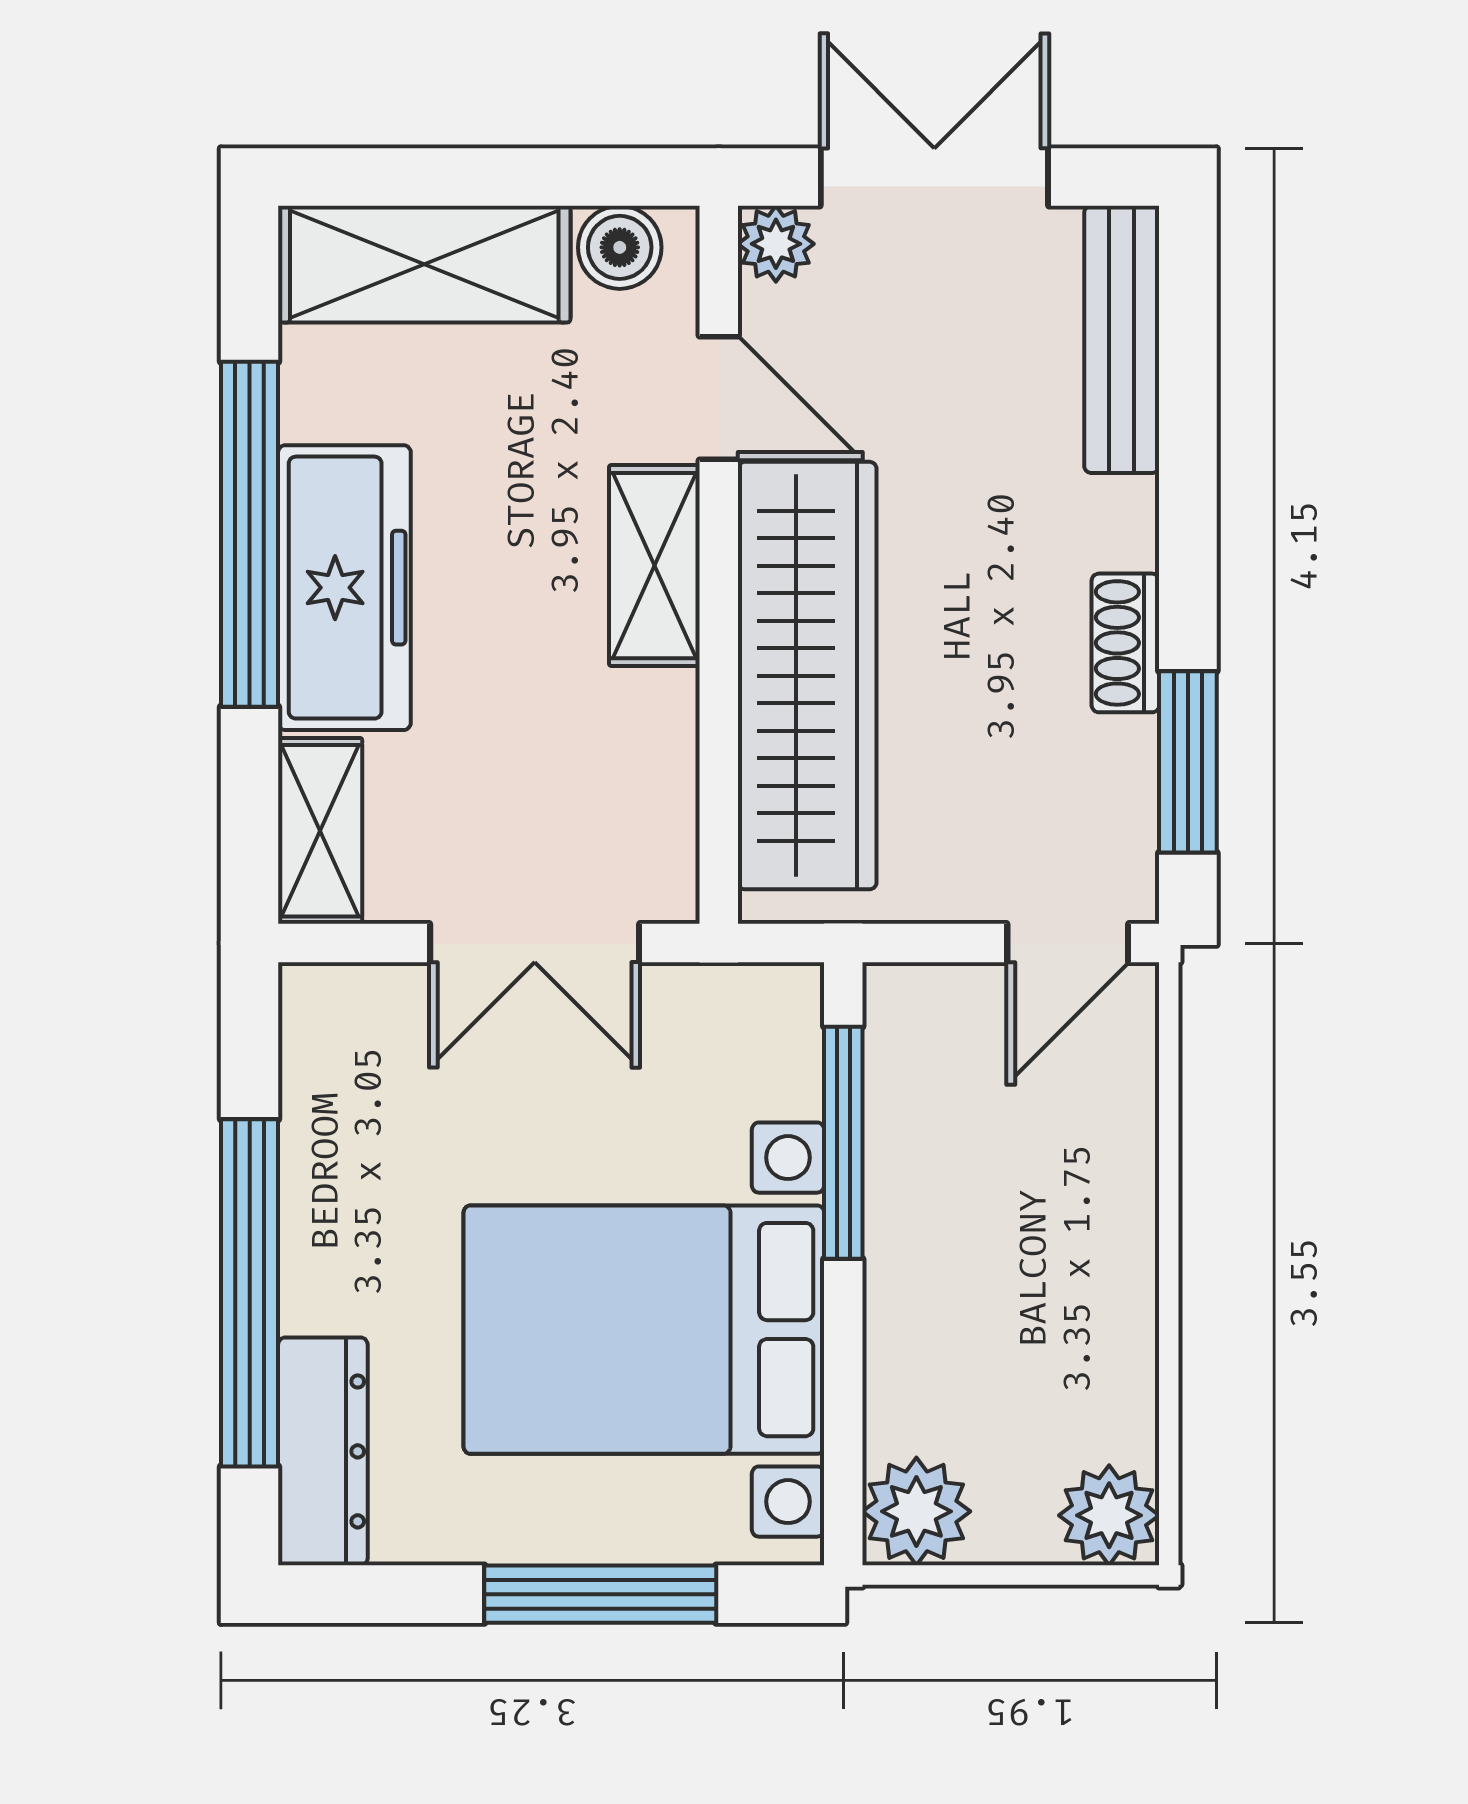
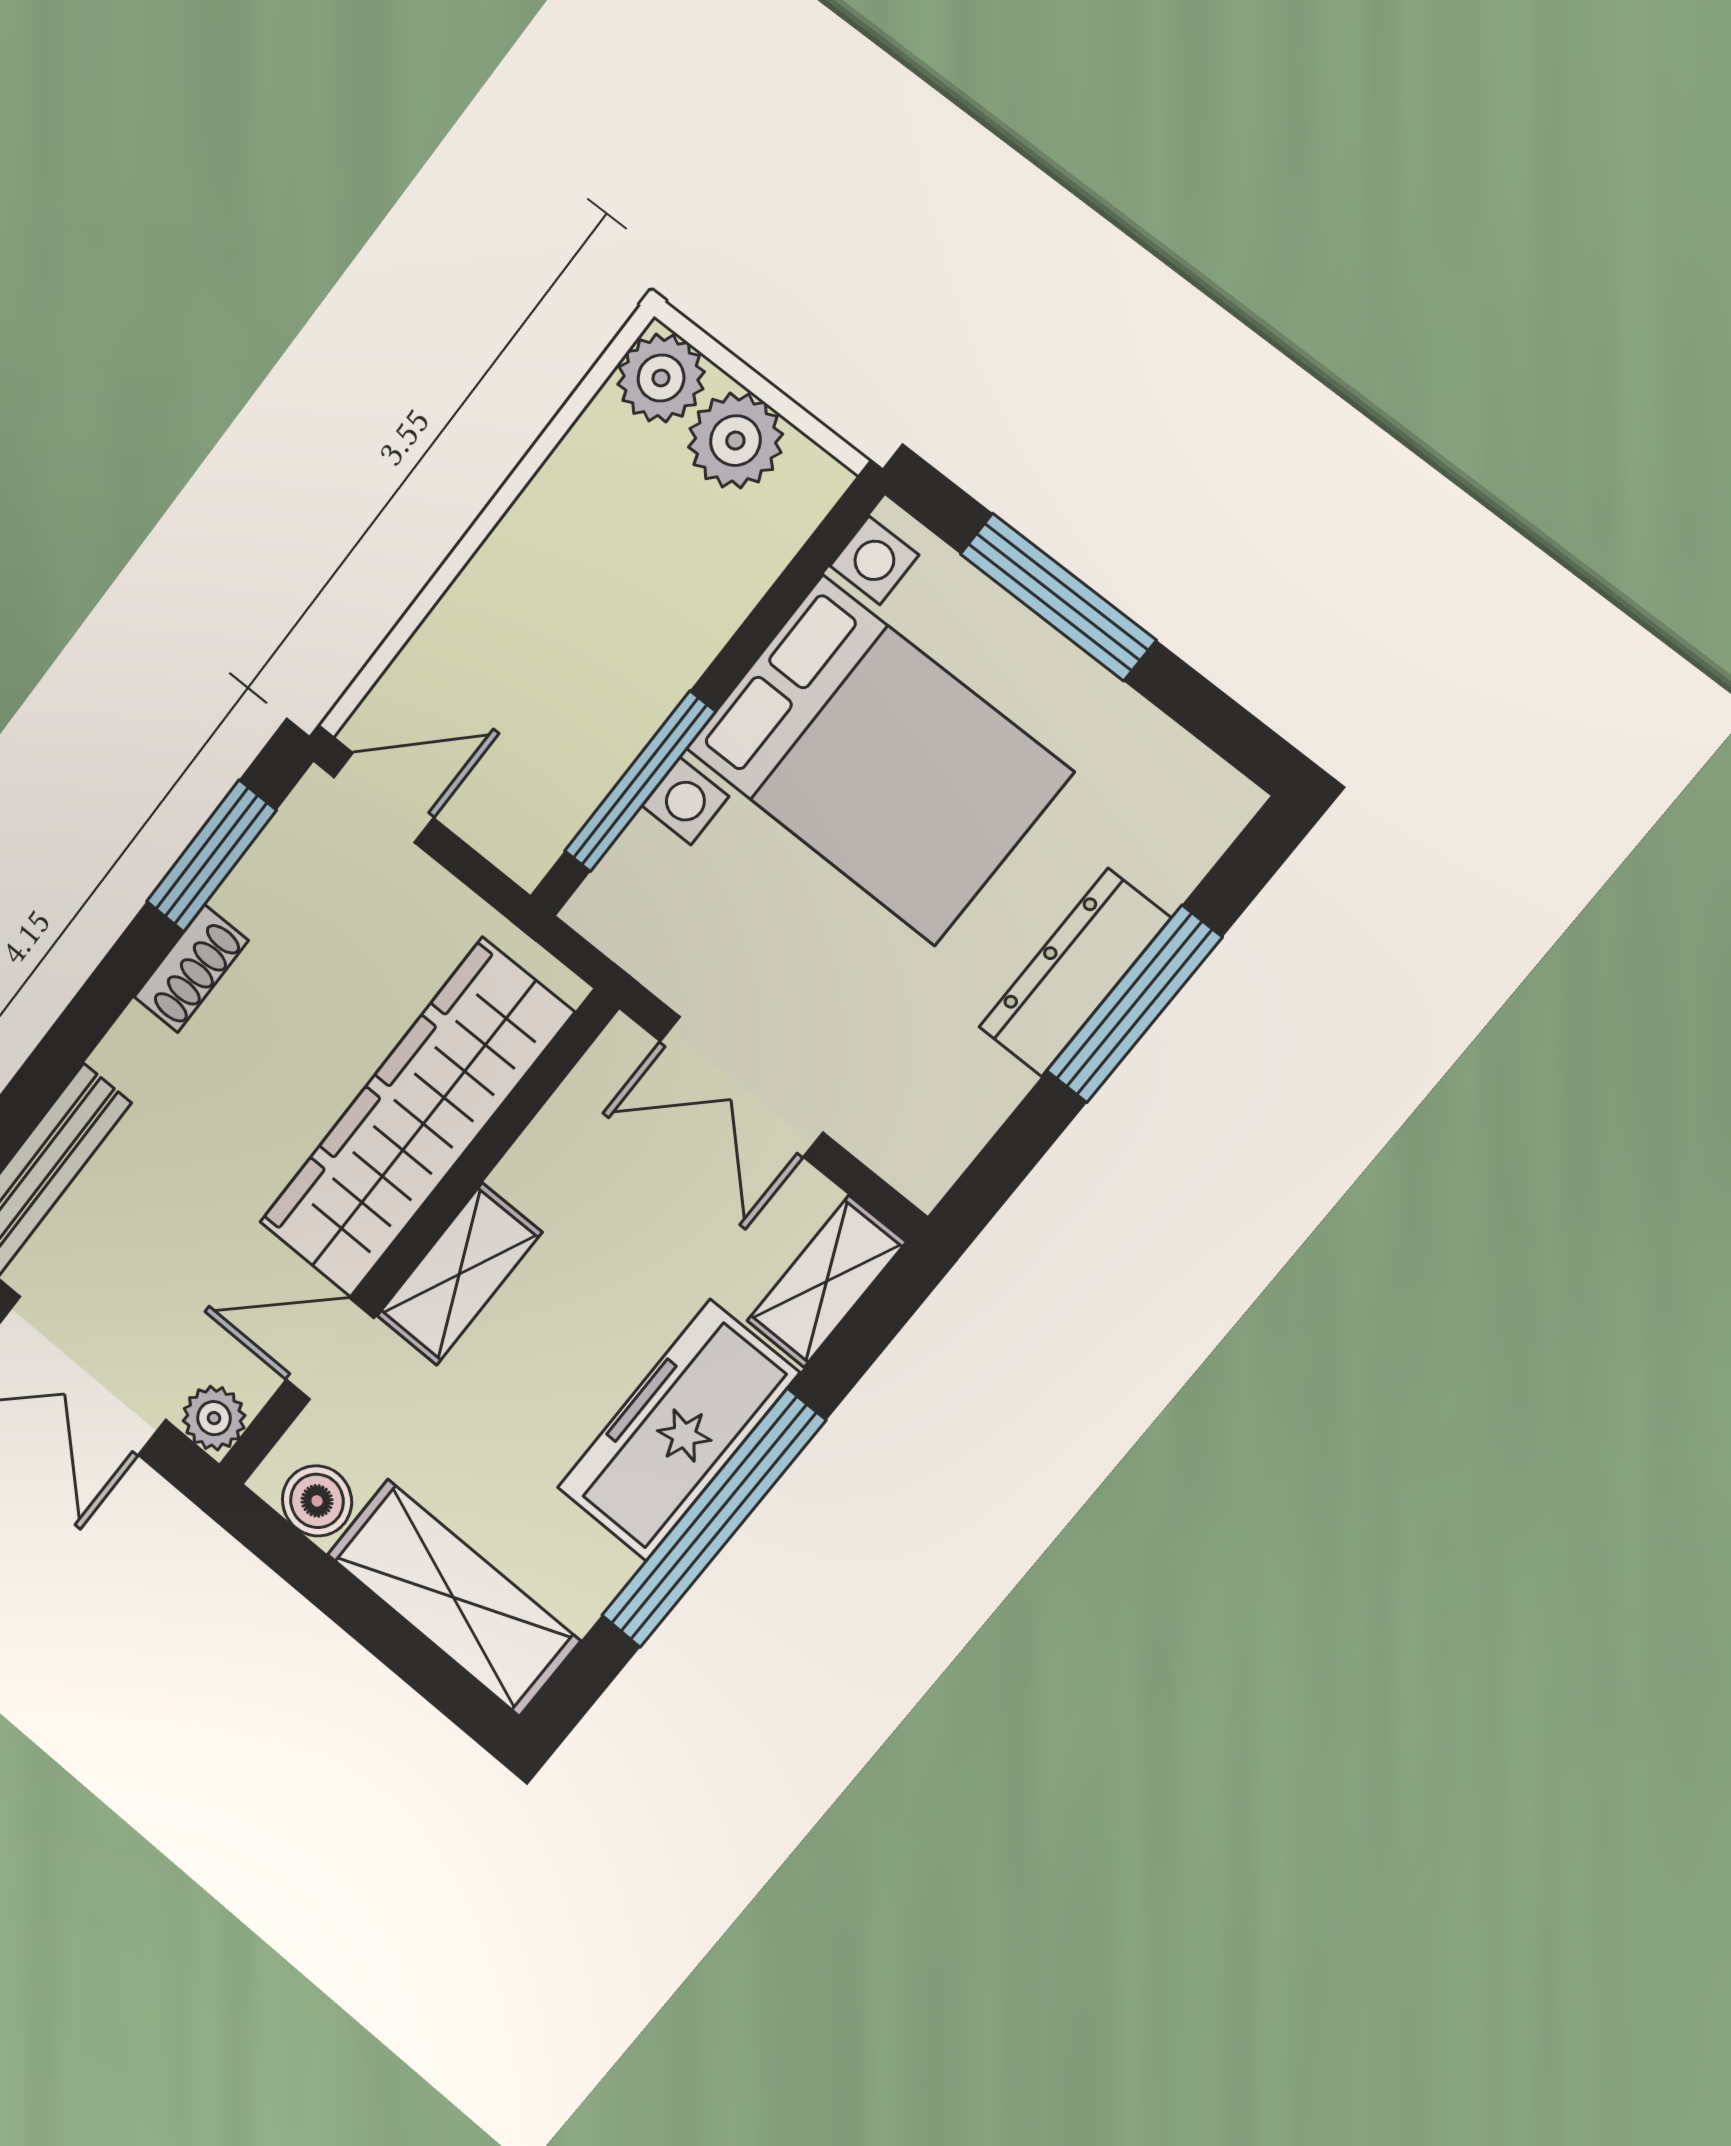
door: (719, 398) -> (330, 1349), hinge flipped
double door: (535, 943) -> (741, 1087), swing flipped
window: (250, 1293) -> (1134, 1004), width x0.68
dresser: (323, 1451) -> (1075, 973), moved
plant: (916, 1511) -> (735, 441), moved

